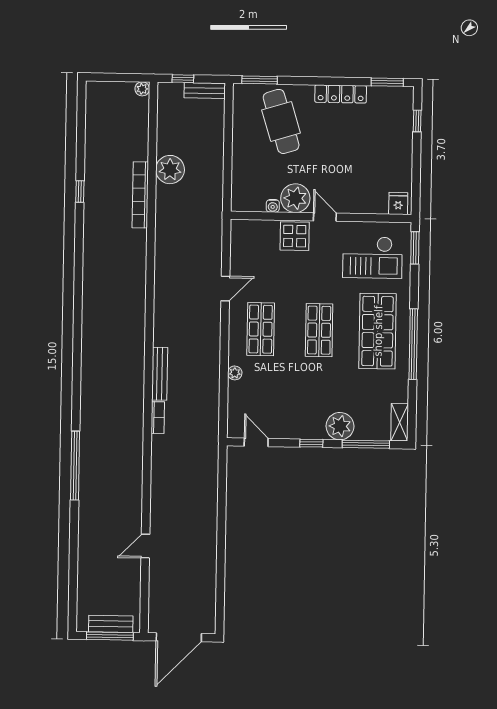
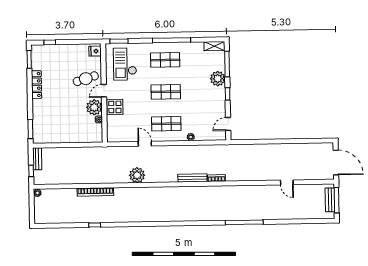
cafe table: (281, 121) -> (86, 79), moved, width x0.73, depth x0.74
plant: (170, 170) -> (137, 175), moved
checkout: (372, 257) -> (125, 64), turned 180
shop shelf: (378, 331) -> (165, 60), width x0.70, depth x0.74

